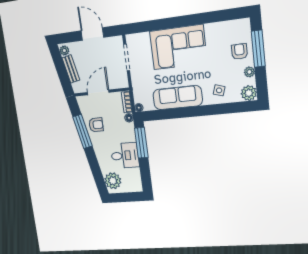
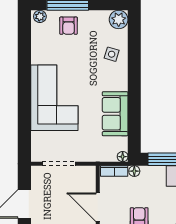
armchair: (239, 52) -> (69, 26), turned -90
plant: (249, 72) -> (40, 16), moved
sofa: (178, 98) -> (115, 114), width x0.73

